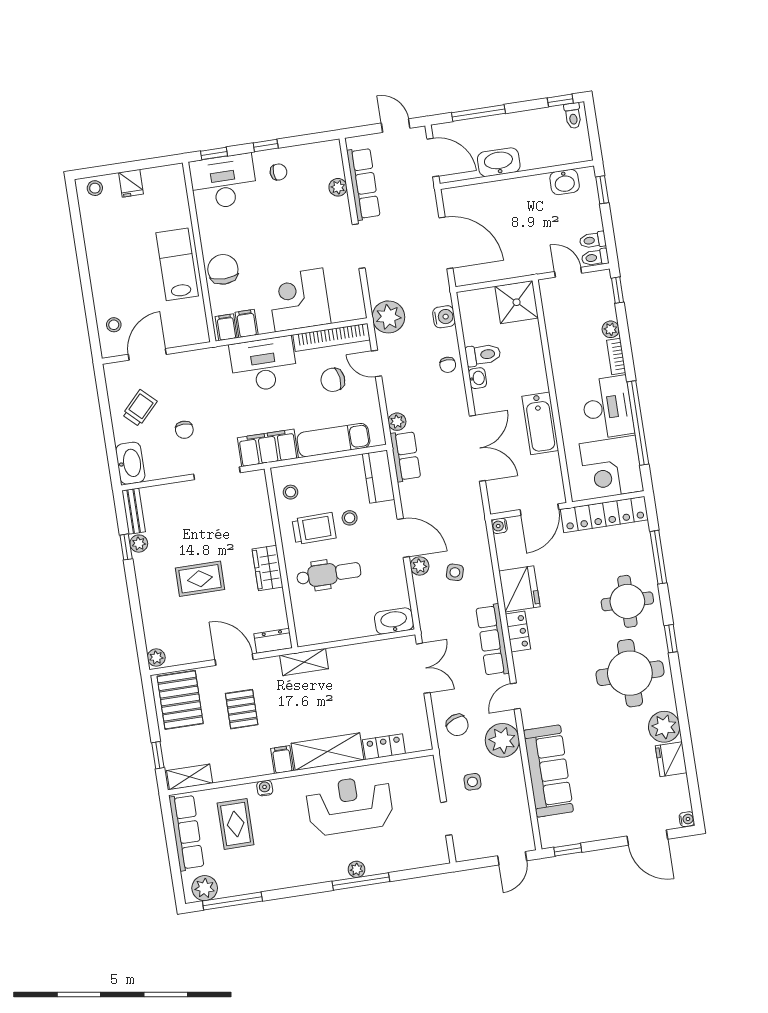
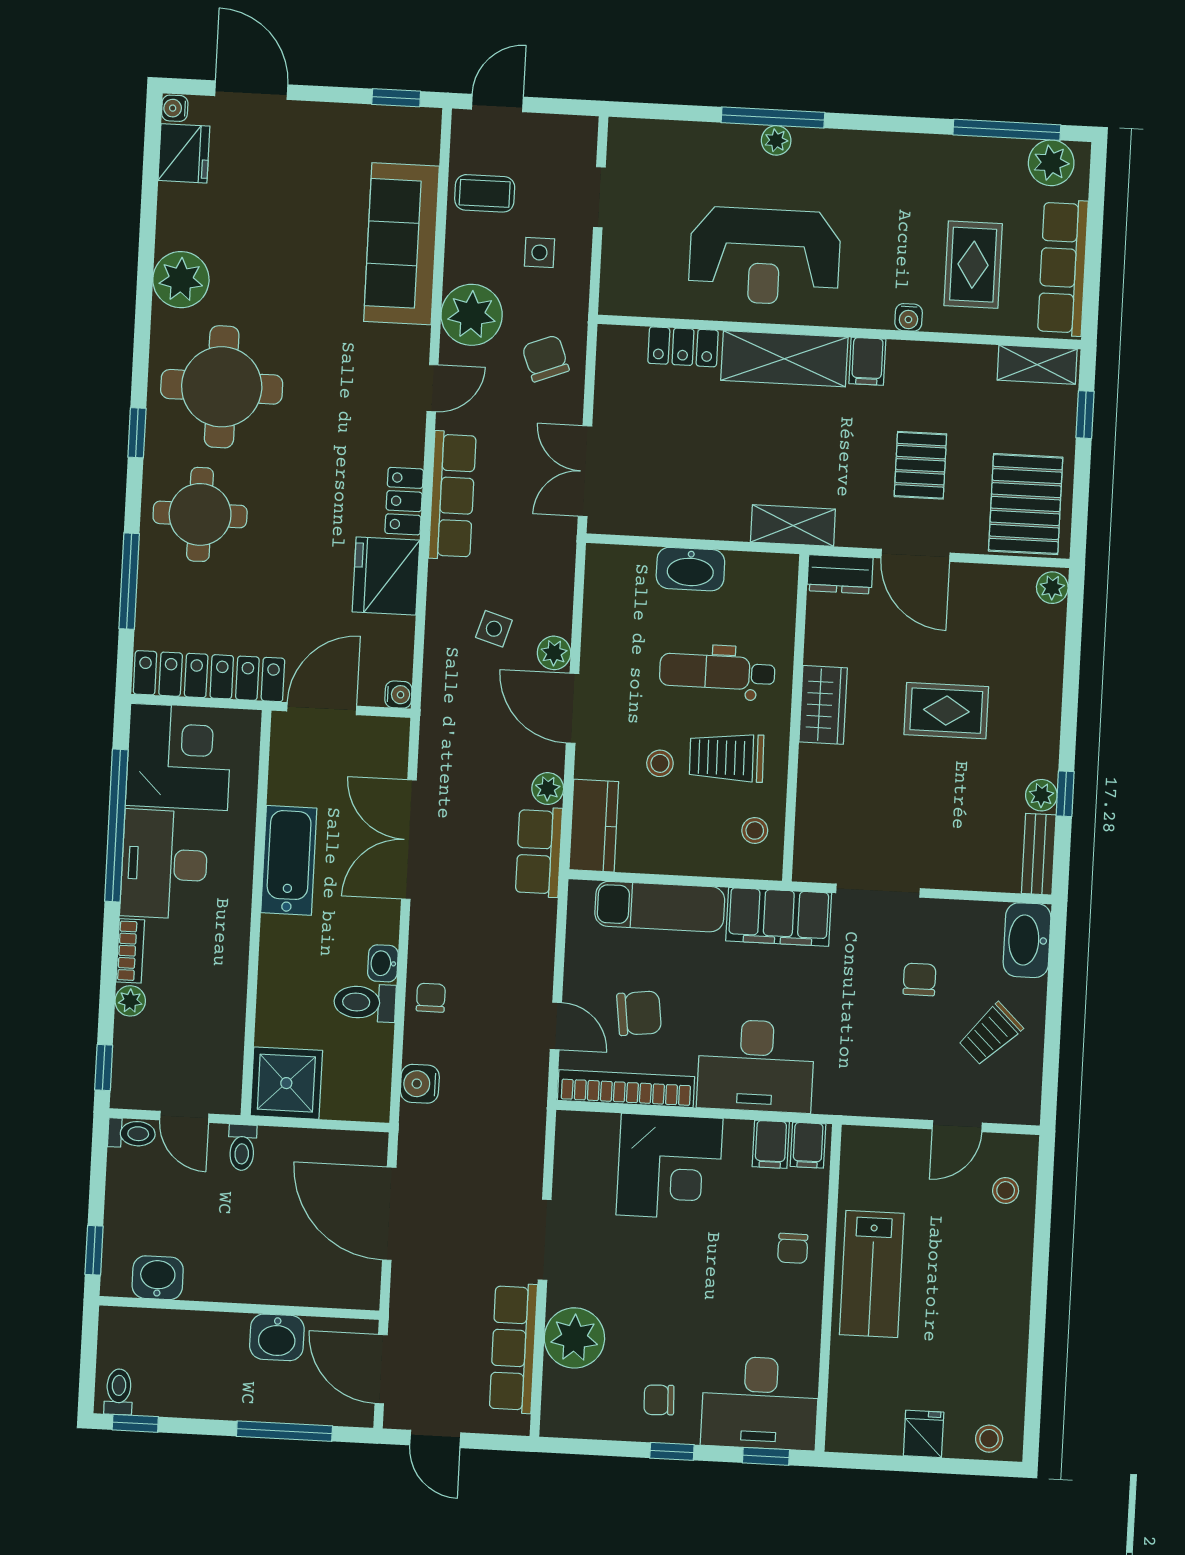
washbasin: (499, 162) -> (277, 1337), width x0.72
plant: (338, 187) -> (574, 1338), width x1.88, depth x1.88
toilet: (593, 240) -> (242, 1147), moved, turned 90
chair: (223, 269) -> (793, 1248), width x0.54, depth x0.54
plant: (388, 317) -> (518, 1104), removed
door: (147, 354) -> (957, 1126), width x0.73
plant: (397, 422) -> (548, 789), moved
washbasin: (394, 621) -> (690, 569), moved
fridge: (671, 759) -> (184, 153), moved
coffee table: (509, 808) -> (485, 193), added

